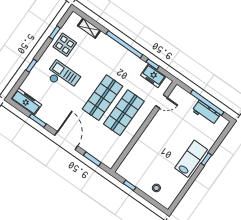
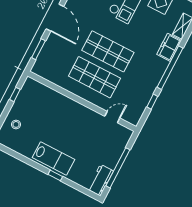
freezer: (153, 76) -> (169, 47), moved
door: (161, 102) -> (112, 117), swing flipped
workbench: (206, 113) -> (100, 180), moved
door: (66, 141) -> (55, 18), hinge flipped

